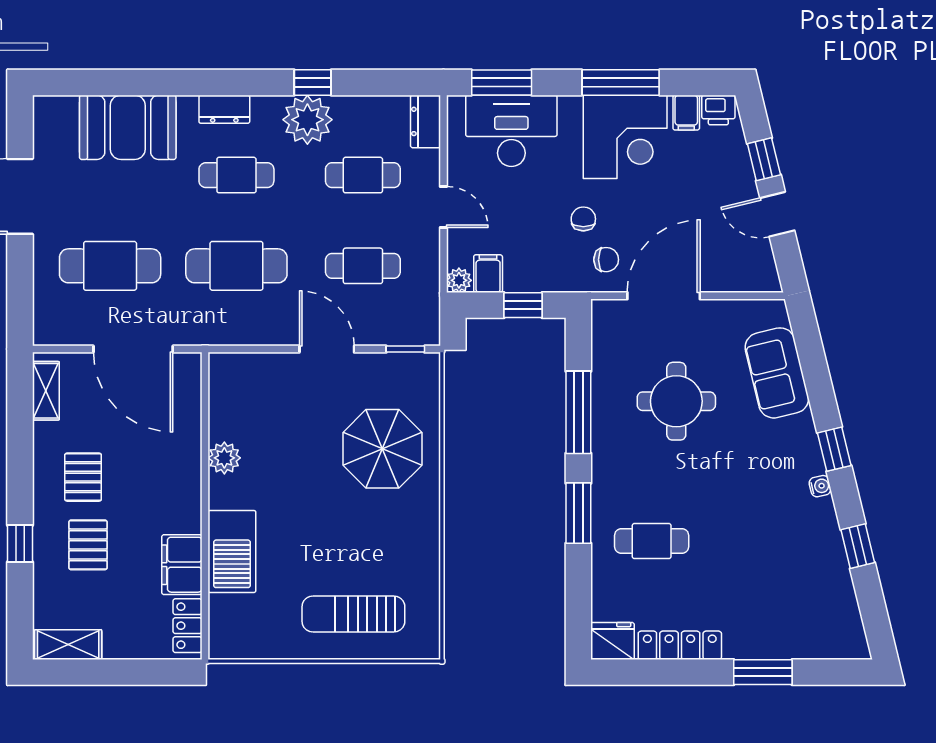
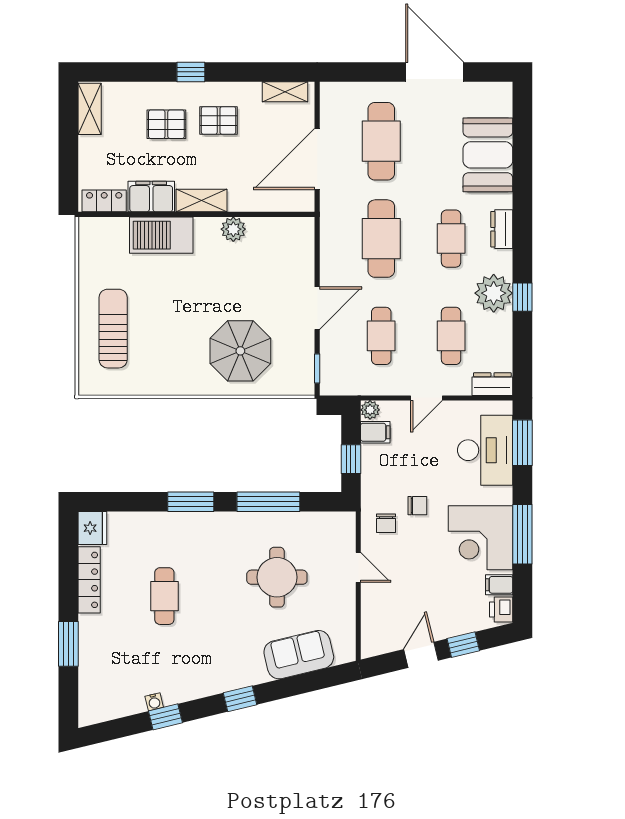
door: (664, 296) -> (358, 567), width x0.53
water cooler: (820, 486) -> (154, 702), moved
shelving: (187, 499) -> (201, 201), added
cafe table: (652, 541) -> (164, 596), moved
window: (20, 544) -> (191, 72), moved

